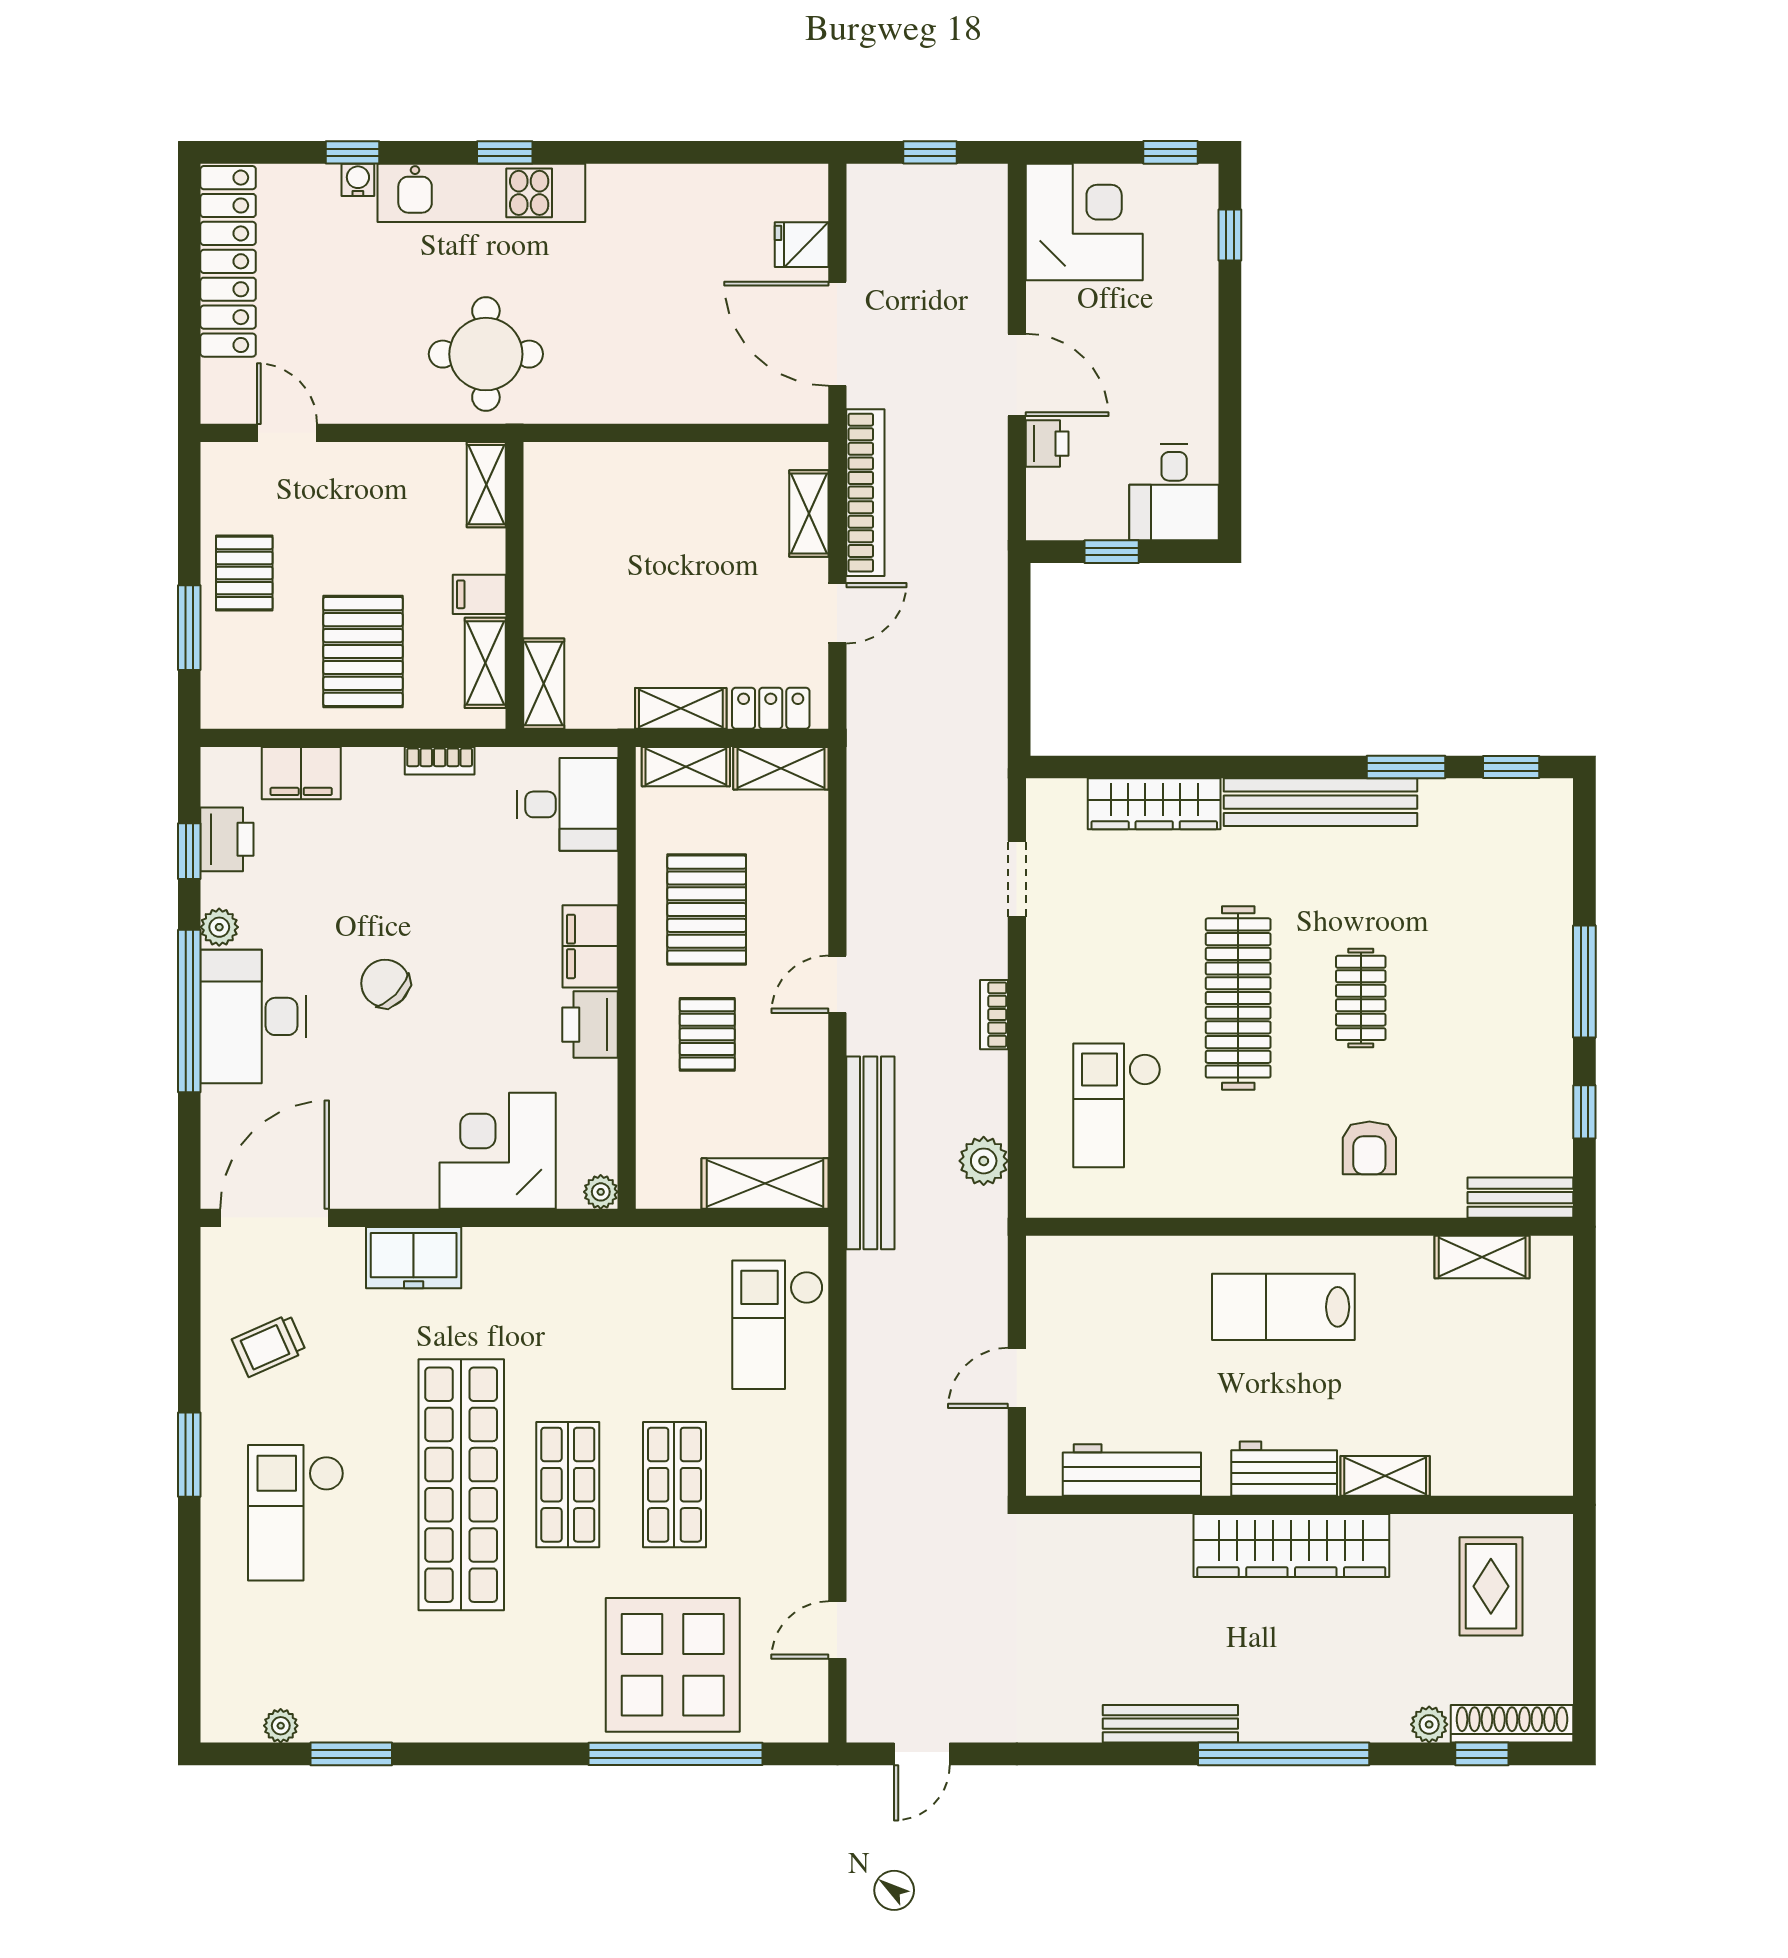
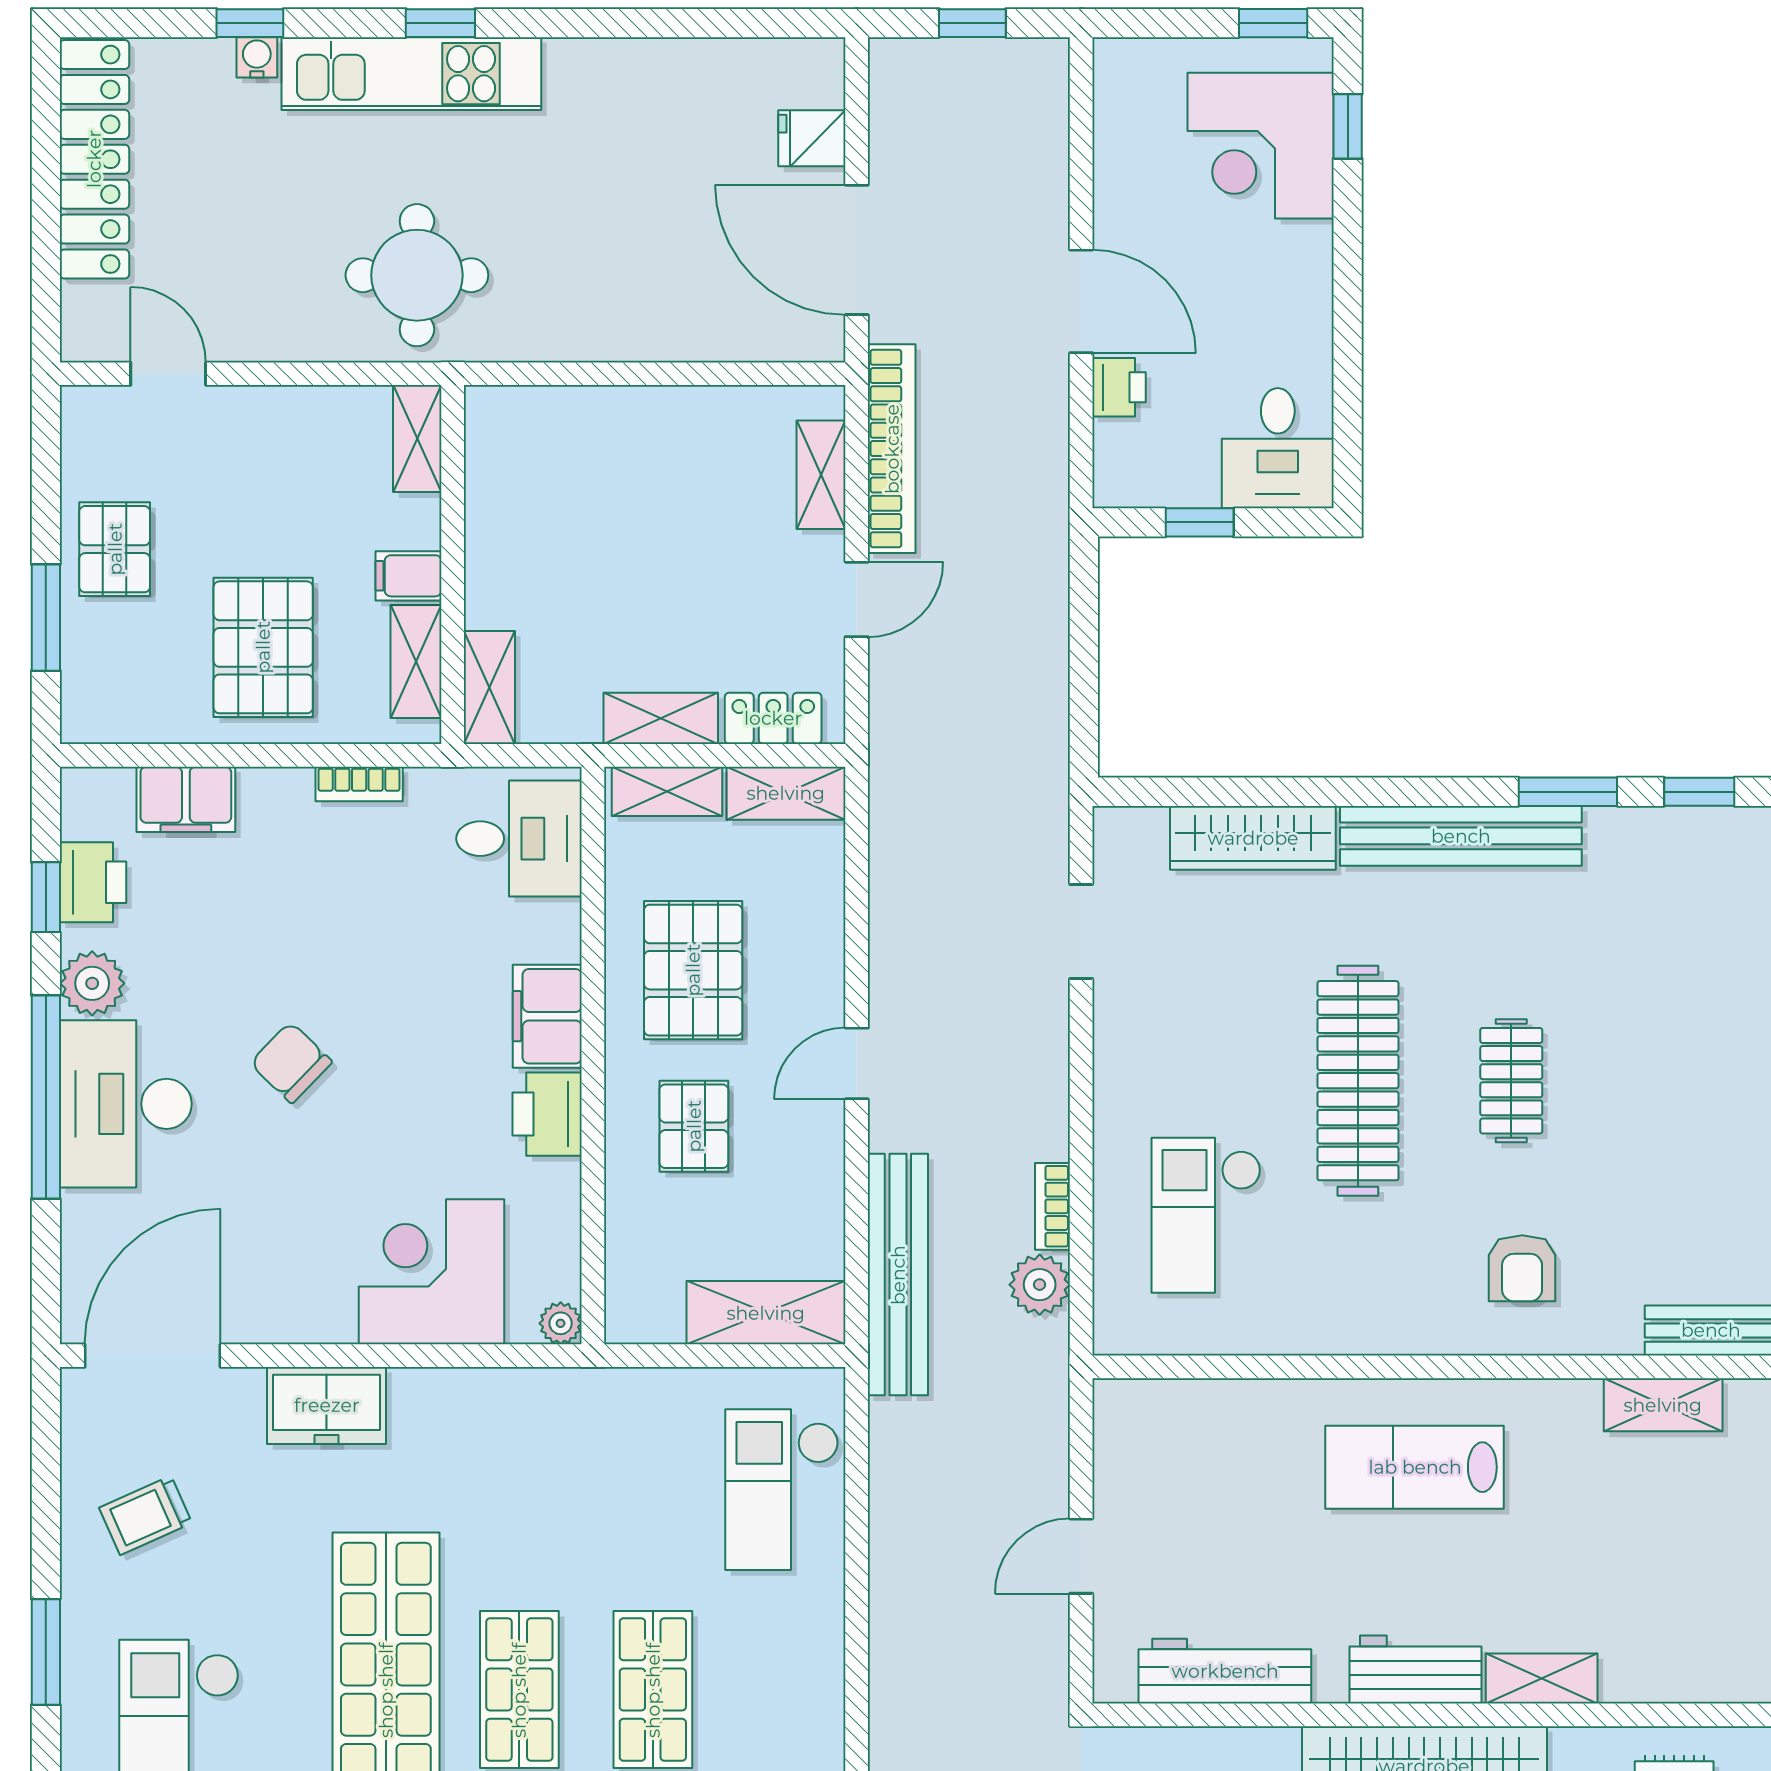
corner desk: (1084, 222) -> (1261, 146), moved, turned 180
plant: (219, 927) -> (92, 983), width x1.38, depth x1.38
bookcase: (994, 1015) -> (1052, 1206), moved

